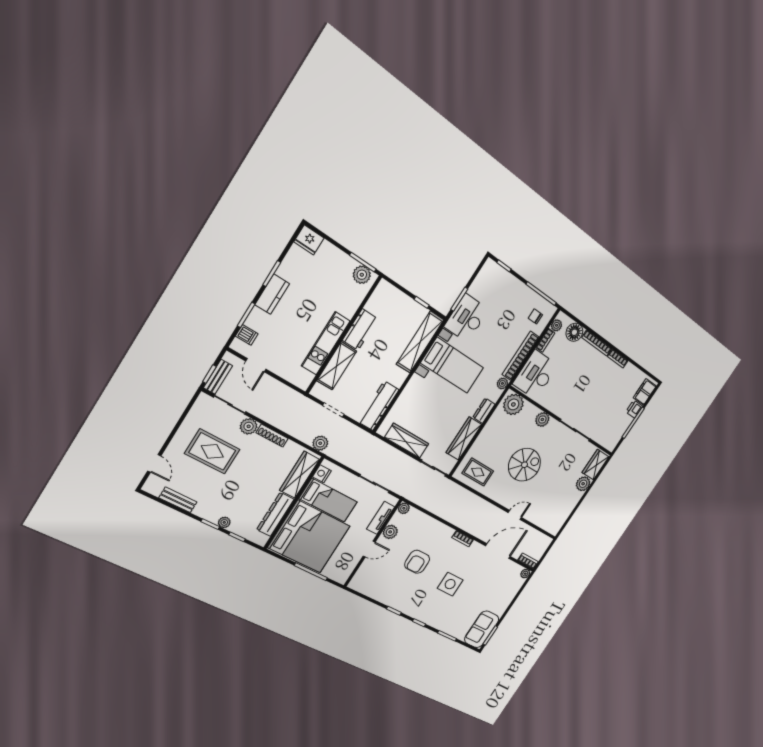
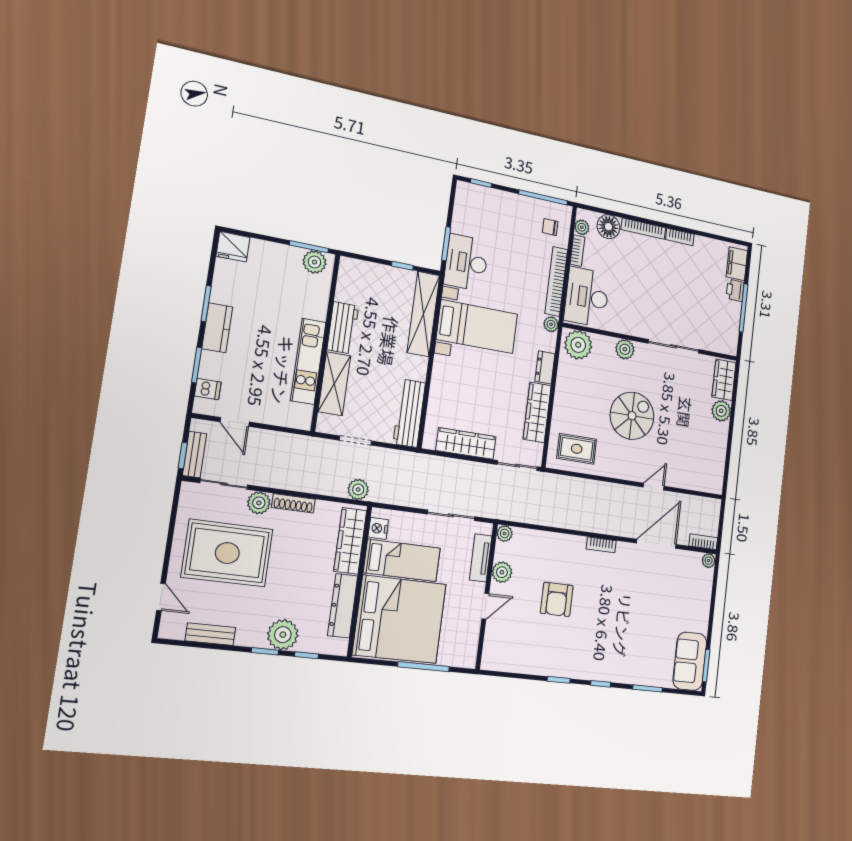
rug: (212, 451) -> (227, 553), width x1.37, depth x1.44
plant: (224, 522) -> (283, 635), width x1.87, depth x1.87
side table: (450, 584) -> (616, 614), removed

